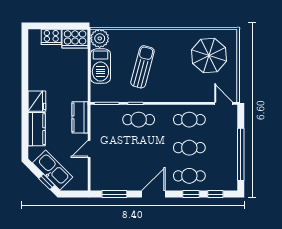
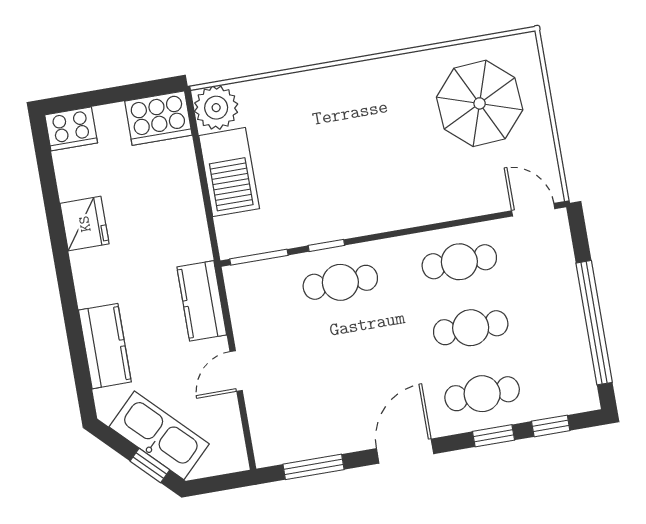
cooker: (51, 37) -> (71, 129), moved
sun lounger: (142, 67) -> (328, 157), removed
fridge: (37, 101) -> (85, 224), moved

